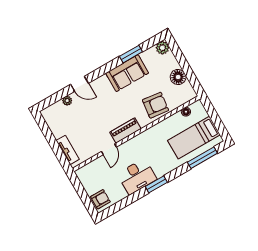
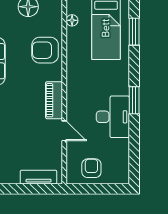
armchair: (155, 105) -> (45, 50), turned -97
window: (202, 158) -> (134, 32), width x0.69
armchair: (100, 199) -> (91, 168), moved

